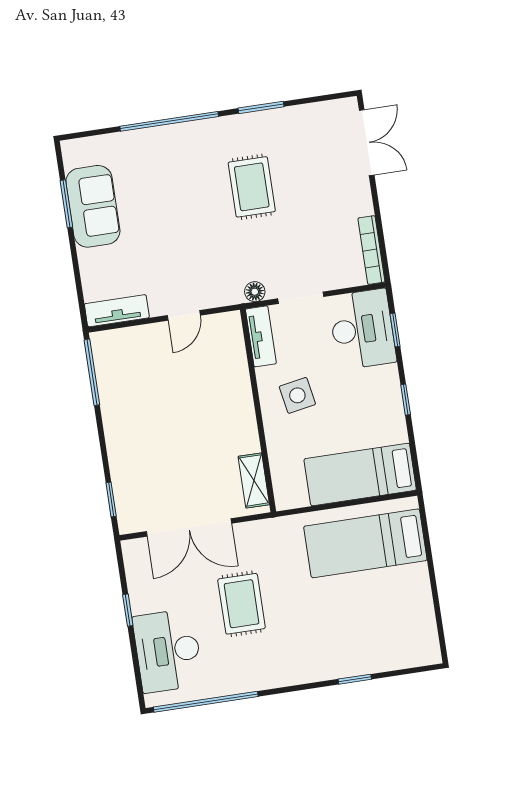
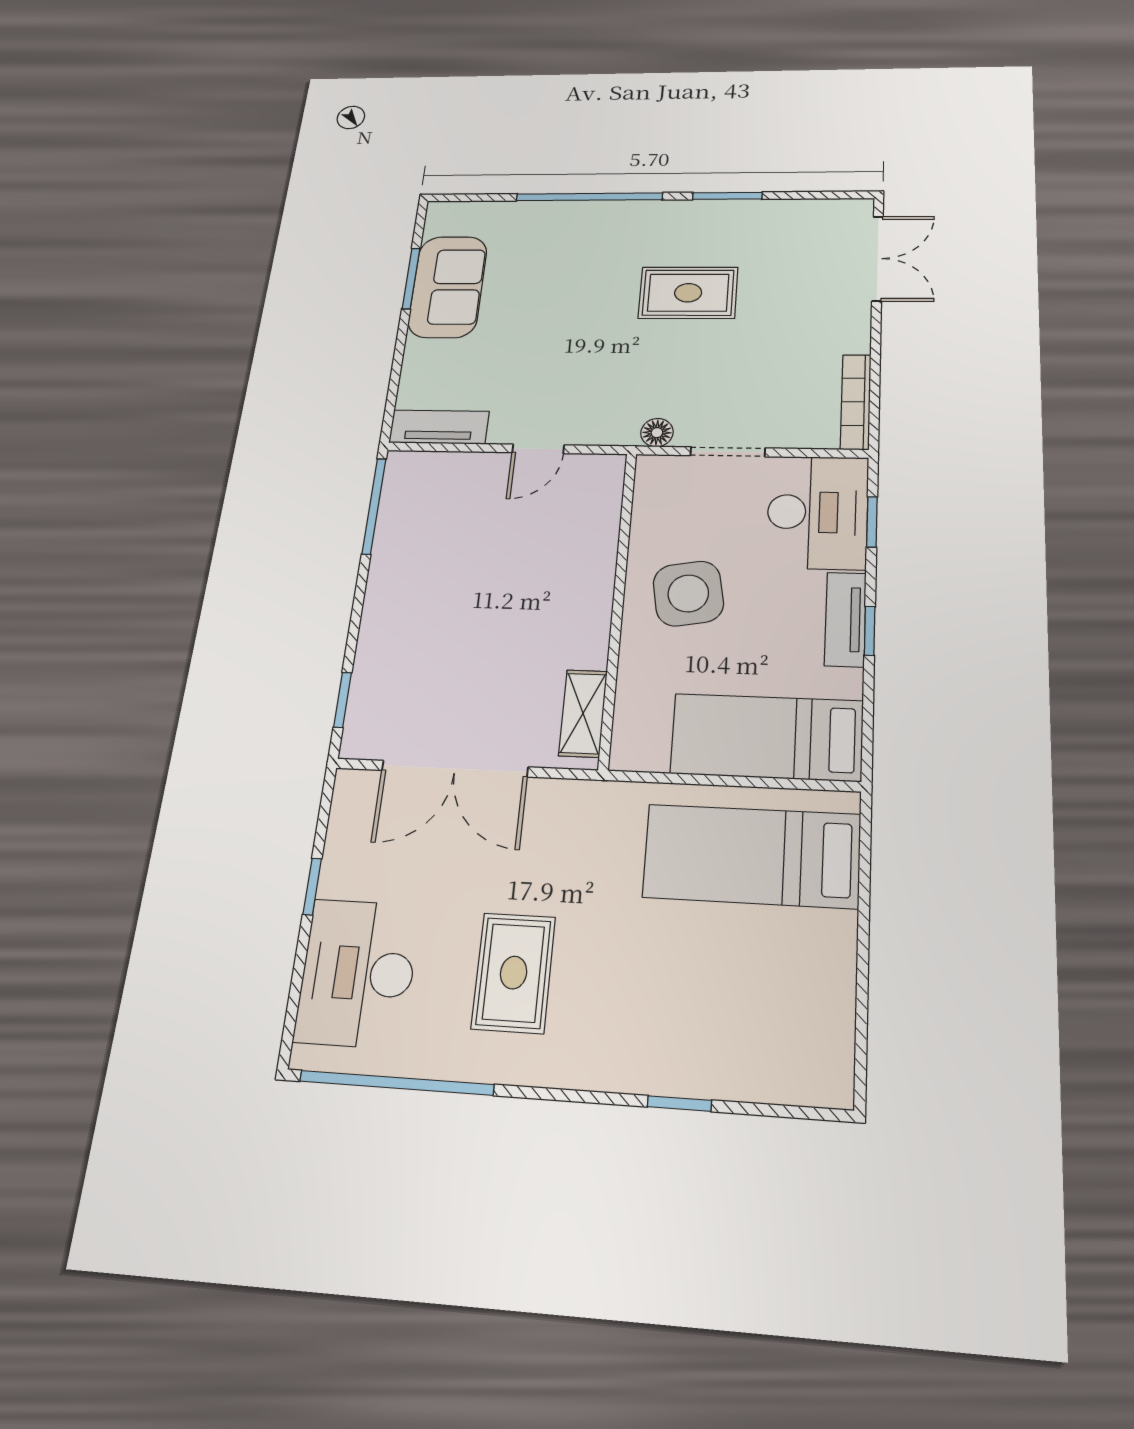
rug: (252, 187) -> (688, 293), turned 90
tv unit: (261, 336) -> (845, 619), moved, turned 180
side table: (297, 395) -> (688, 593), width x1.37, depth x1.37
rug: (242, 604) -> (514, 973), moved

